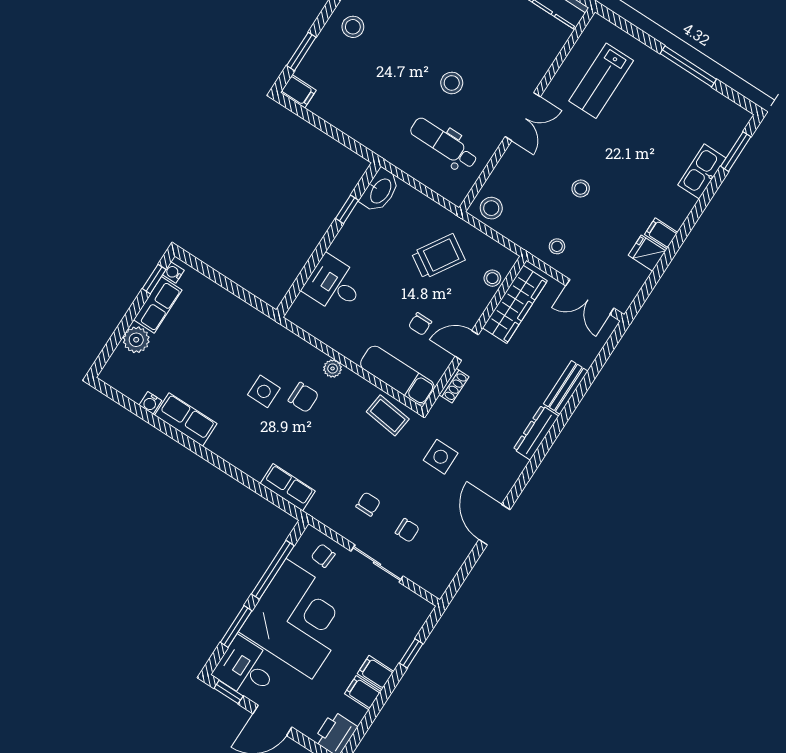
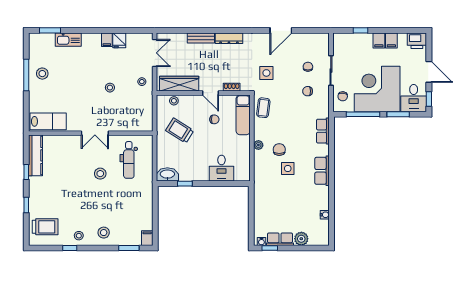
lab bench: (601, 81) -> (48, 121), moved
double door: (523, 117) -> (95, 133), swing flipped
stool: (491, 208) -> (42, 74), moved
row of seats: (186, 419) -> (322, 171), moved

